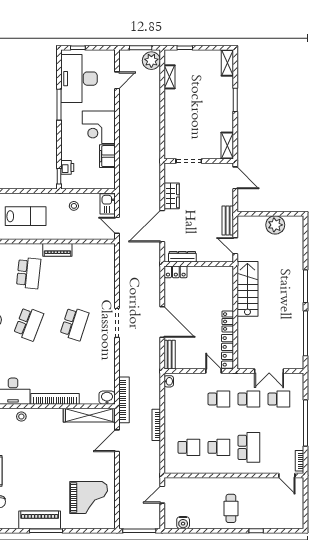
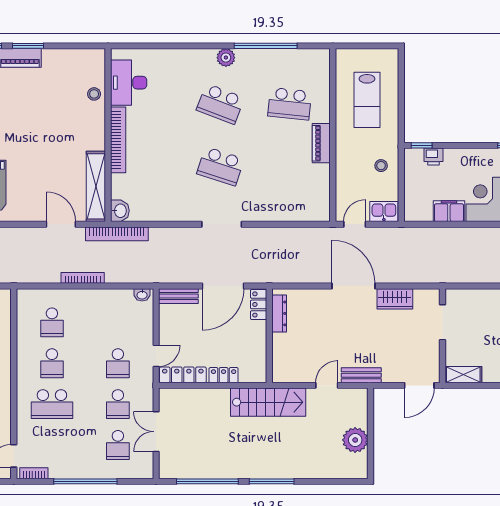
dresser: (182, 257) -> (279, 313), moved
wall: (199, 264) -> (269, 336), moved
locker: (176, 272) -> (259, 304), moved

